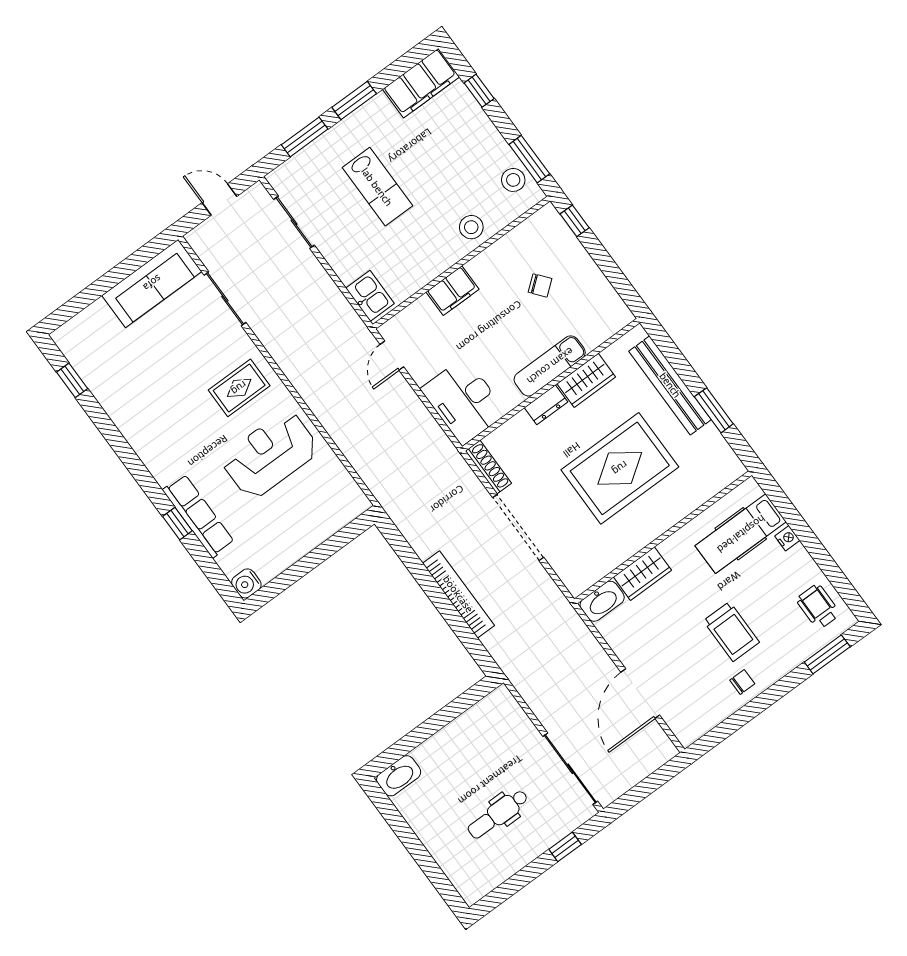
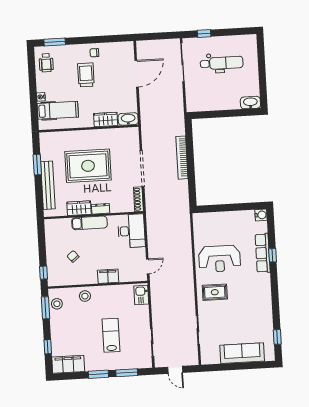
sofa: (152, 283) -> (242, 353), moved
dental chair: (498, 814) -> (222, 63), width x1.36, depth x1.38

